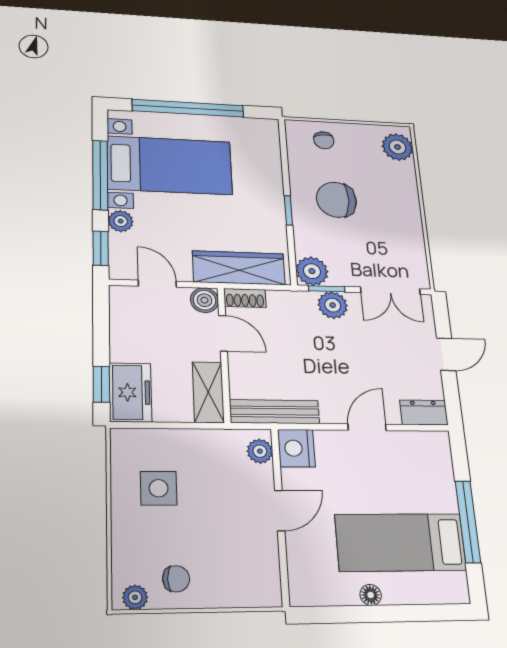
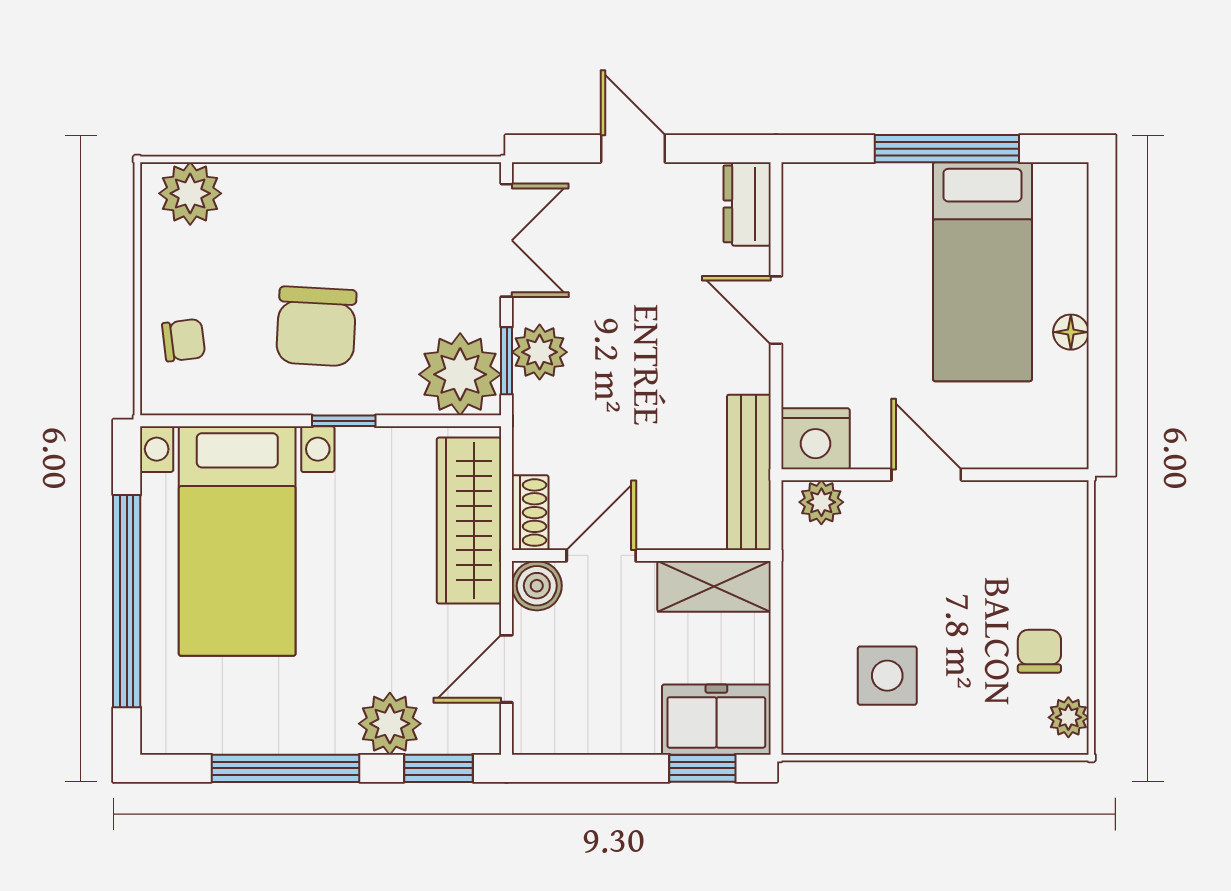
bed with nightstands: (170, 165) -> (237, 541), moved, turned 180
plant: (121, 221) -> (390, 724), width x1.38, depth x1.38
plant: (312, 271) -> (460, 374), width x1.36, depth x1.36

